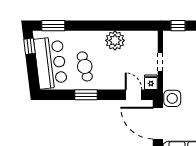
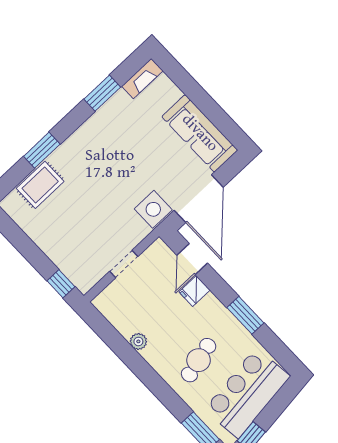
plant: (115, 40) -> (138, 341), width x0.53, depth x0.53
cafe table: (85, 66) -> (199, 360), moved
fridge: (151, 82) -> (195, 291), moved

